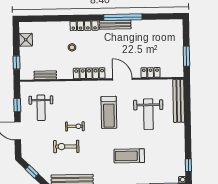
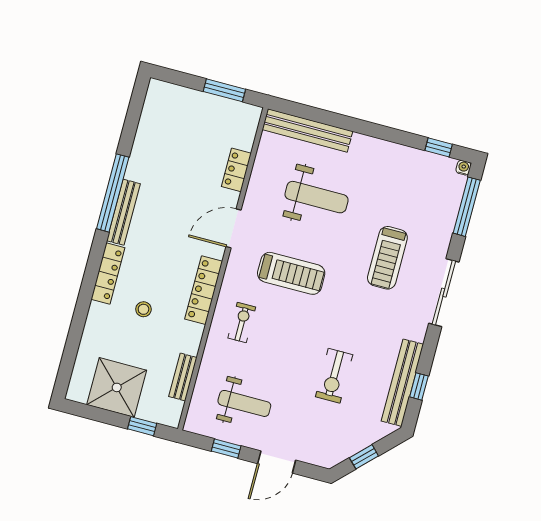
shower: (26, 40) -> (117, 387), width x1.86, depth x1.86
exercise bike: (75, 126) -> (242, 323), moved

